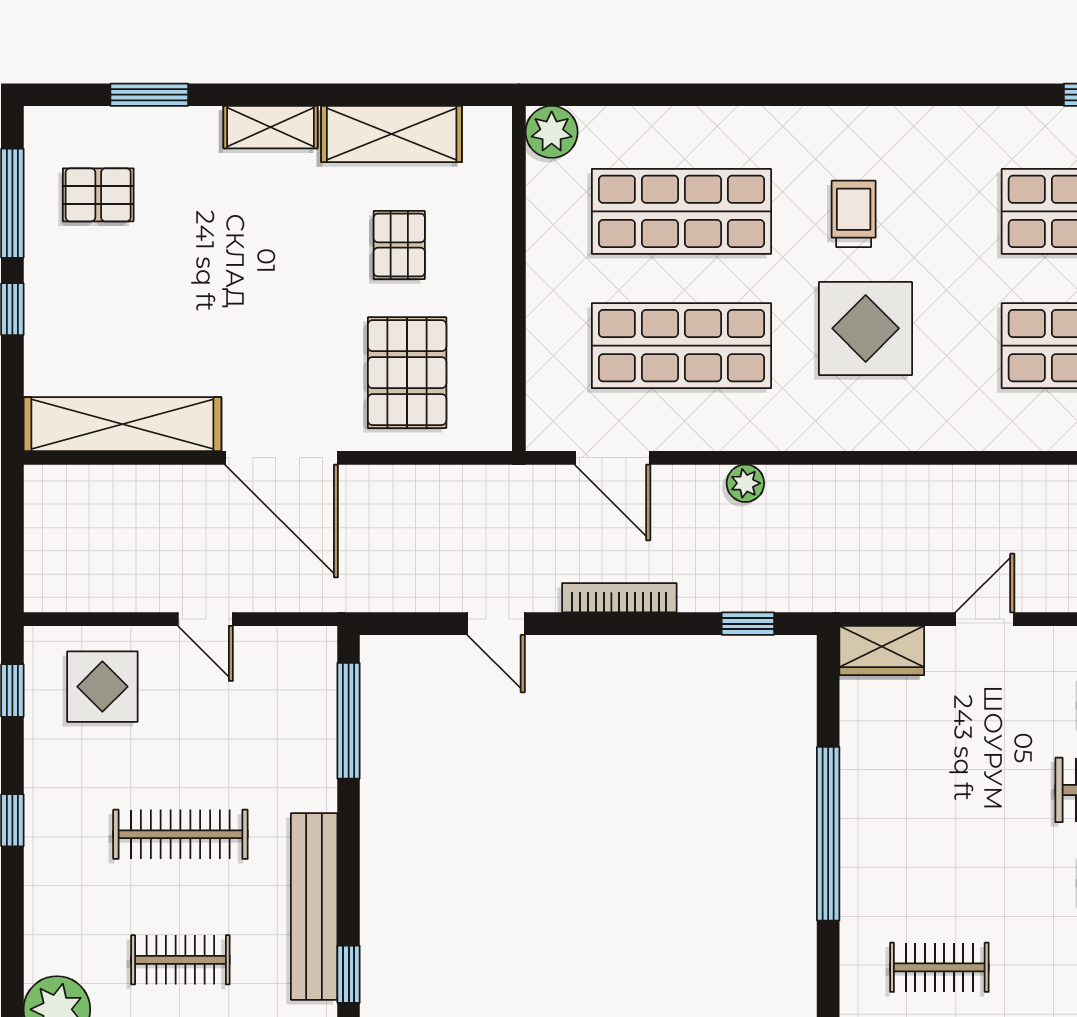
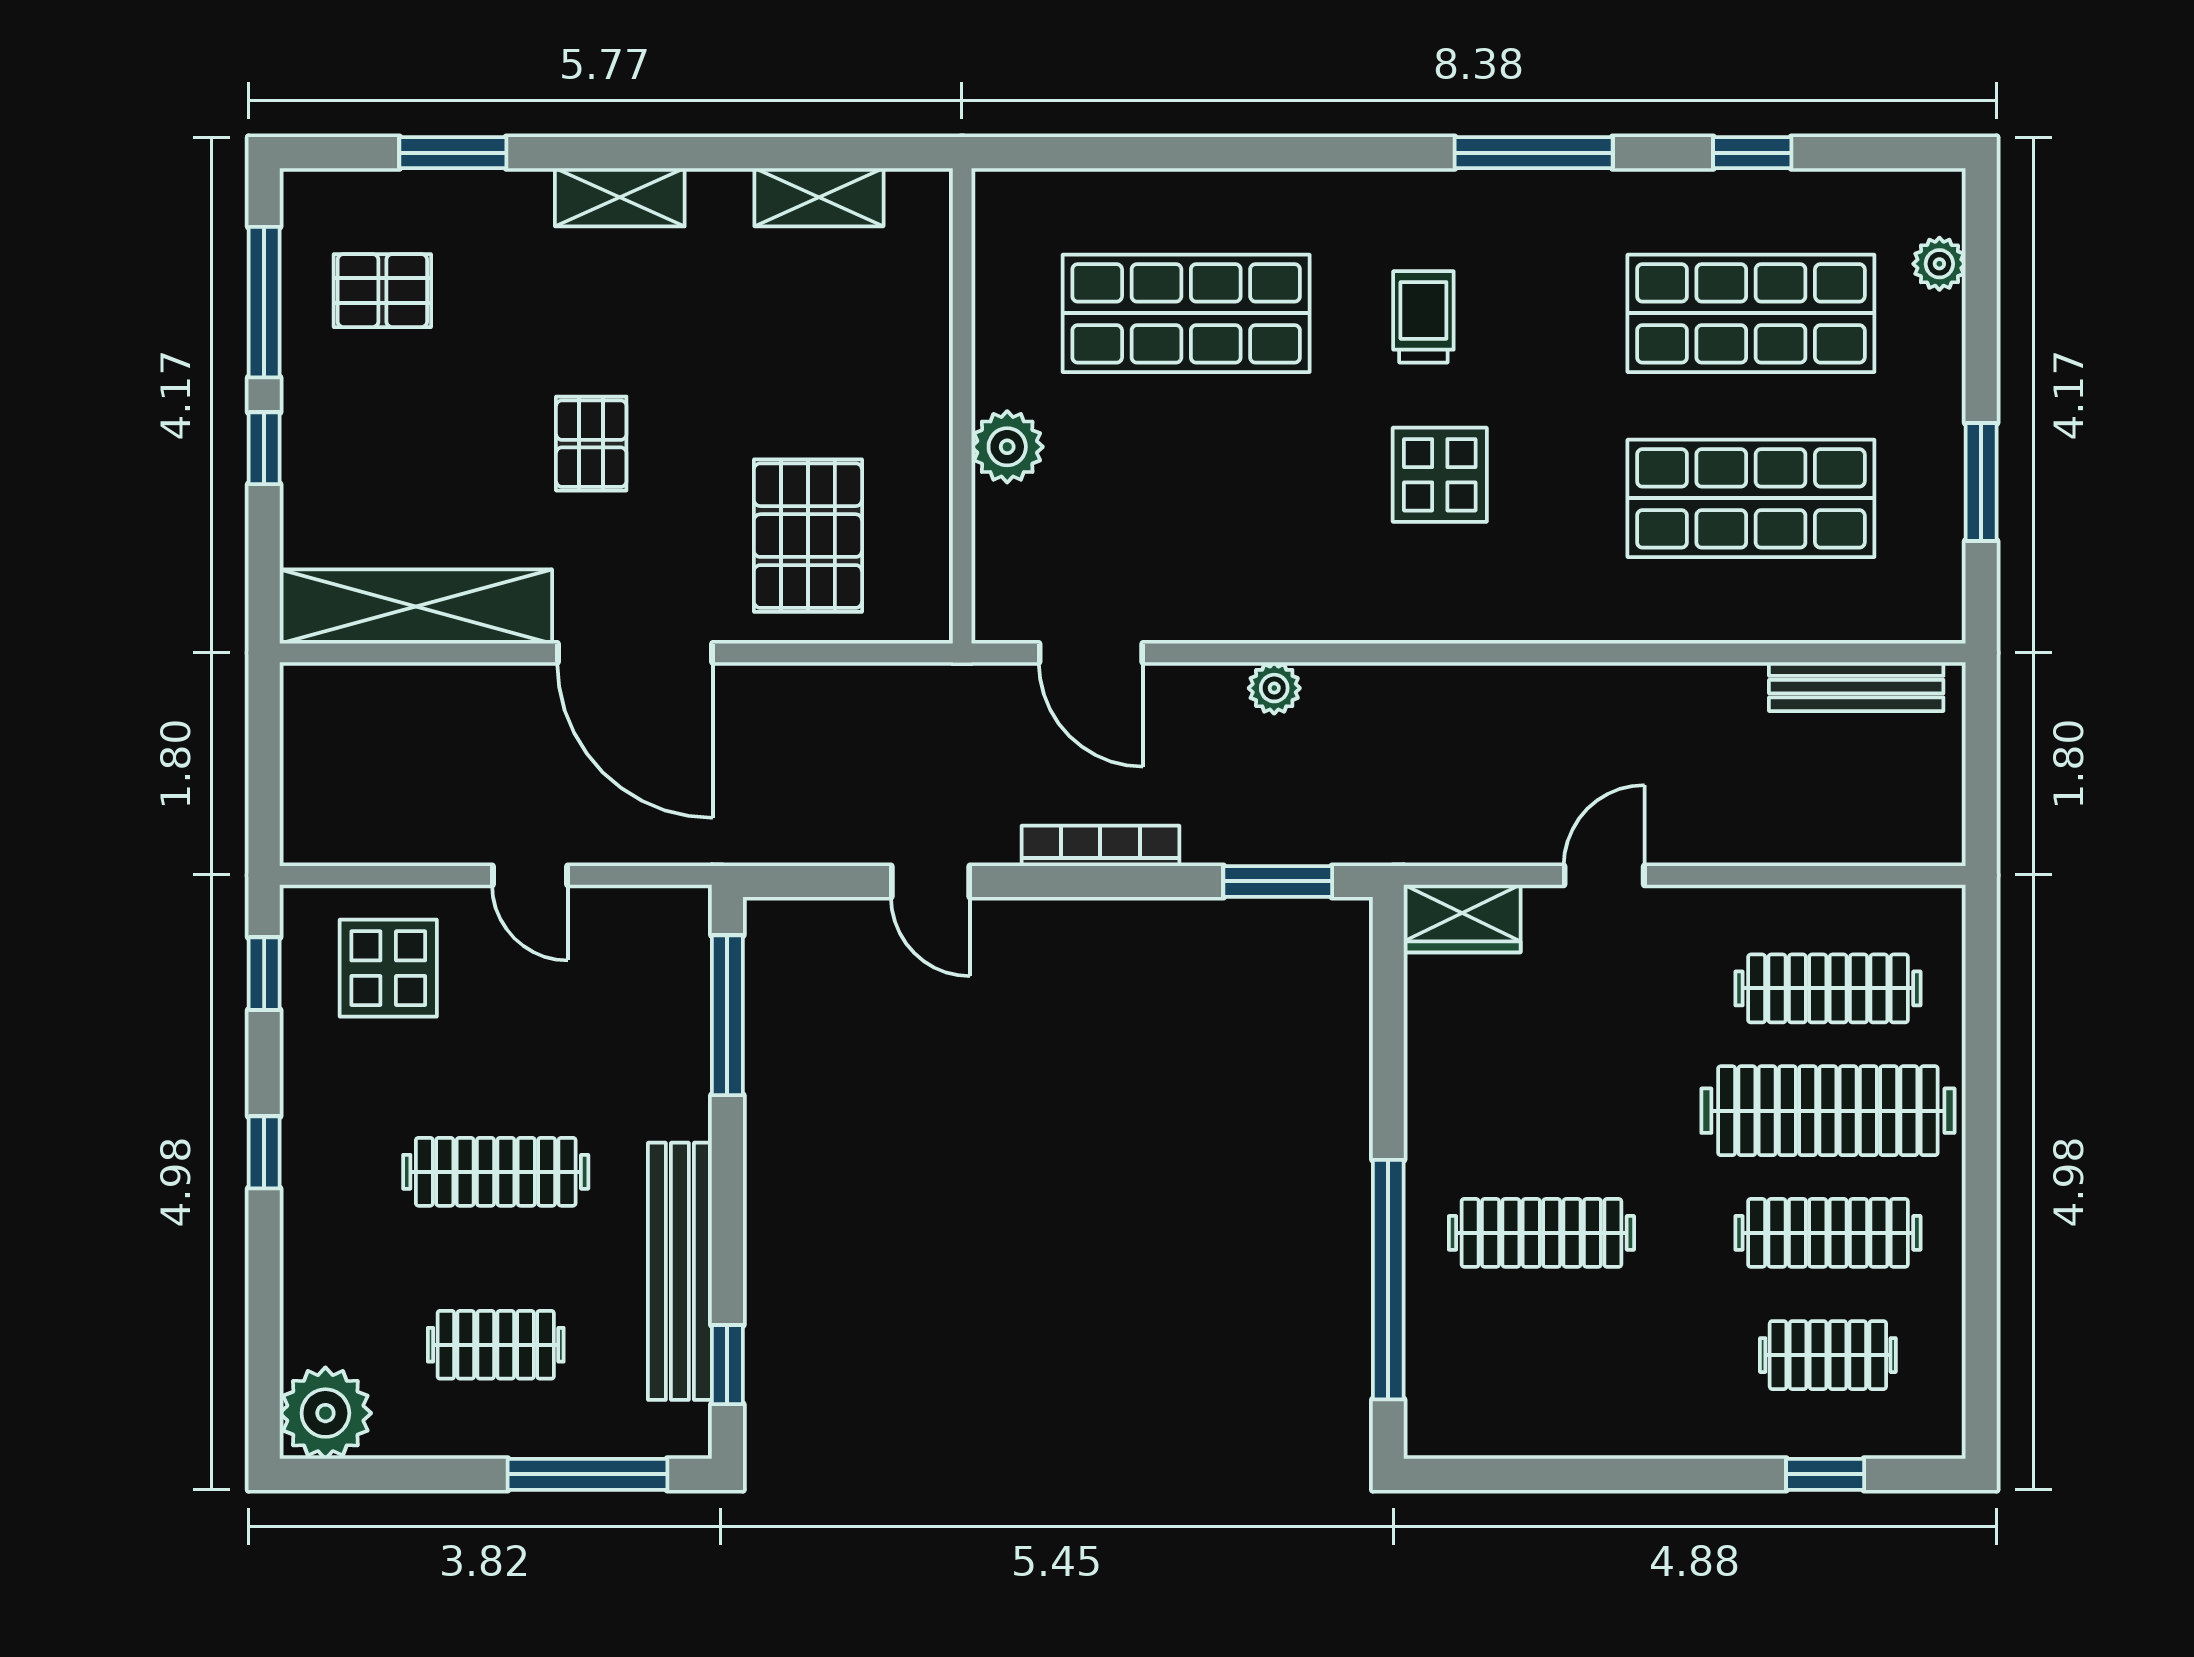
window: (934, 95) -> (1534, 153), added
plant: (552, 132) -> (1007, 447), moved
shelving: (392, 134) -> (819, 197), width x0.67, depth x0.75
pallet: (399, 245) -> (591, 444), moved
display table: (866, 328) -> (1440, 475), width x0.73, depth x0.73
shop shelf: (681, 346) -> (1186, 498), removed
window: (748, 624) -> (1278, 881), width x1.50
window: (828, 834) -> (1388, 1280), moved
clothes rail: (939, 967) -> (1541, 1233), moved, width x1.36

